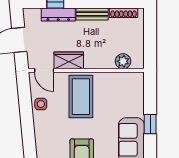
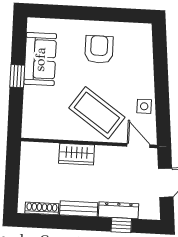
wardrobe: (69, 60) -> (77, 154), moved
plant: (123, 61) -> (45, 152), removed
coffee table: (81, 97) -> (97, 113), turned -55

